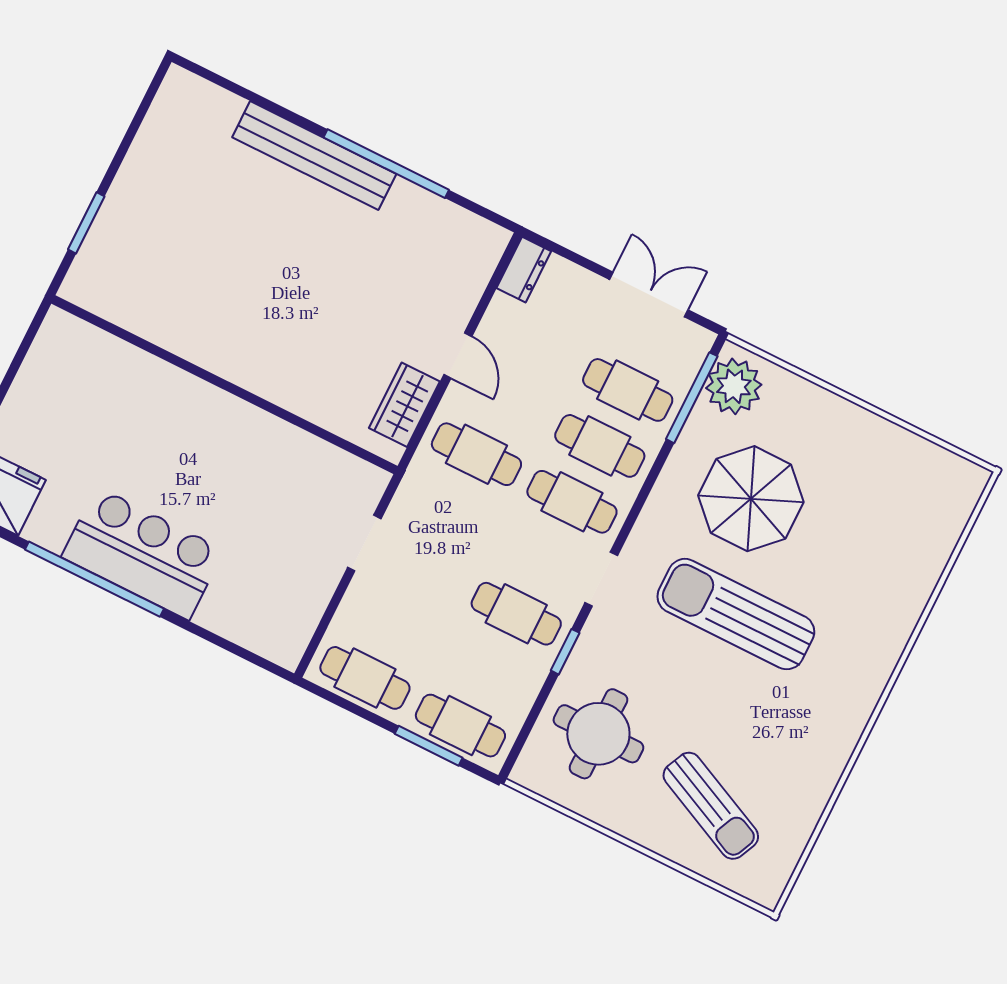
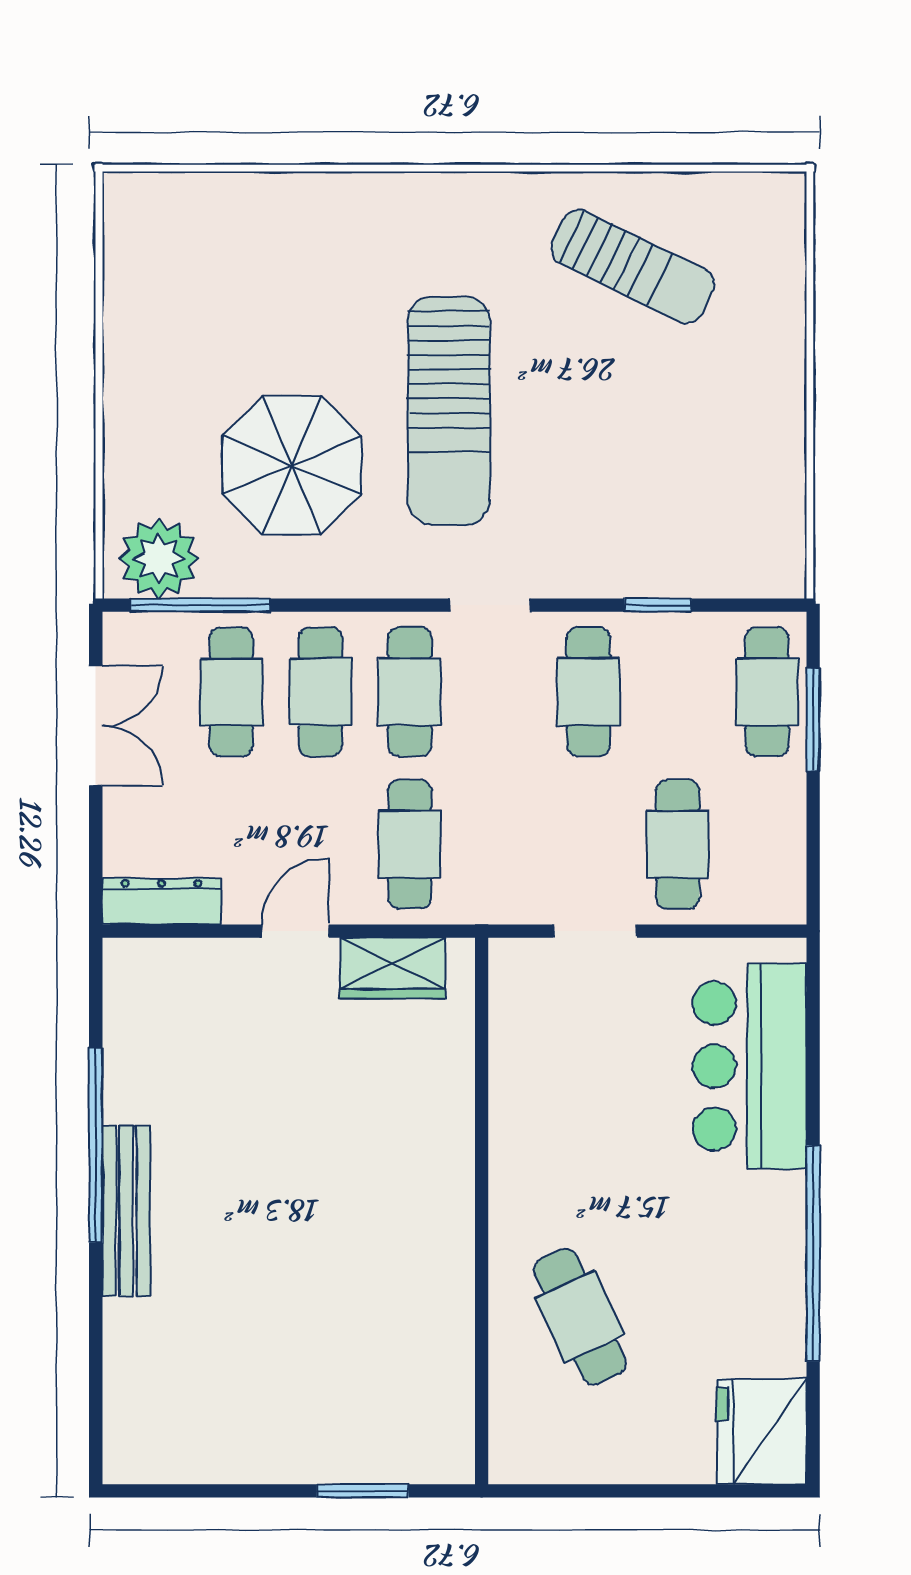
bench: (314, 156) -> (126, 1211), width x0.73, depth x0.82
dresser: (524, 270) -> (162, 901), width x1.44
double door: (649, 295) -> (96, 726), swing flipped
cafe table: (128, 413) -> (580, 1317), added
bar counter: (143, 553) -> (750, 1066), moved
window: (565, 652) -> (658, 605), moved
cafe table: (365, 678) -> (678, 844), moved
round table: (598, 734) -> (690, 510), removed
sun lounger: (711, 806) -> (633, 267), moved, turned 91

